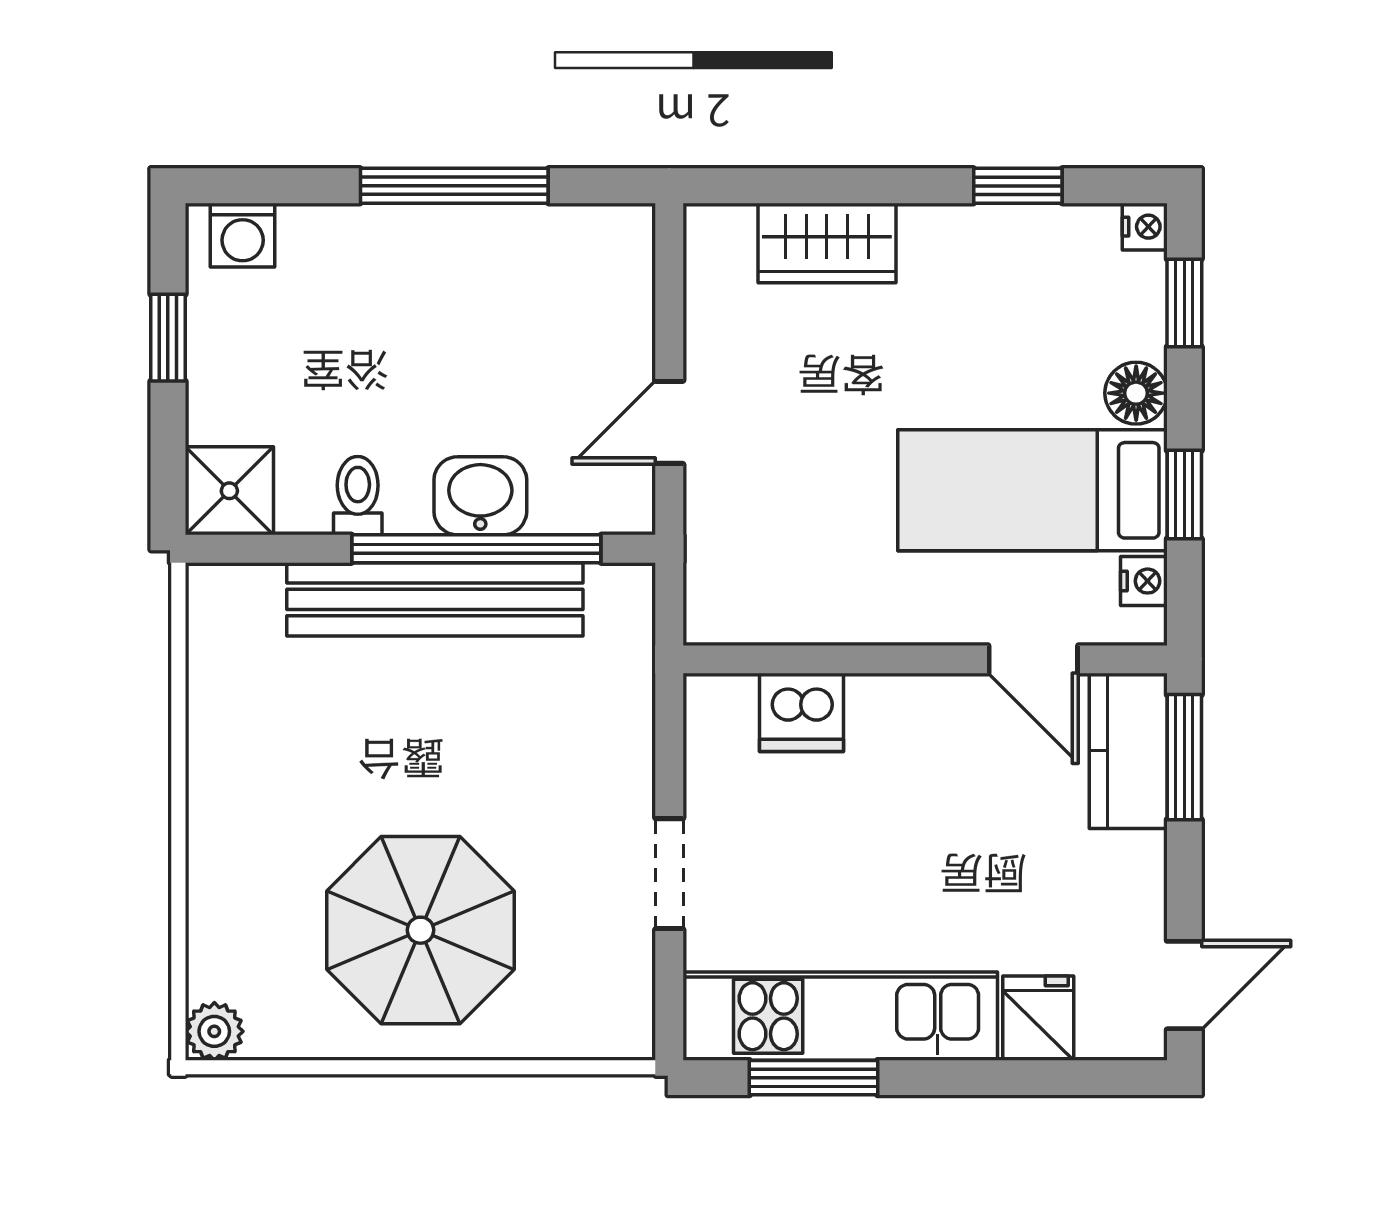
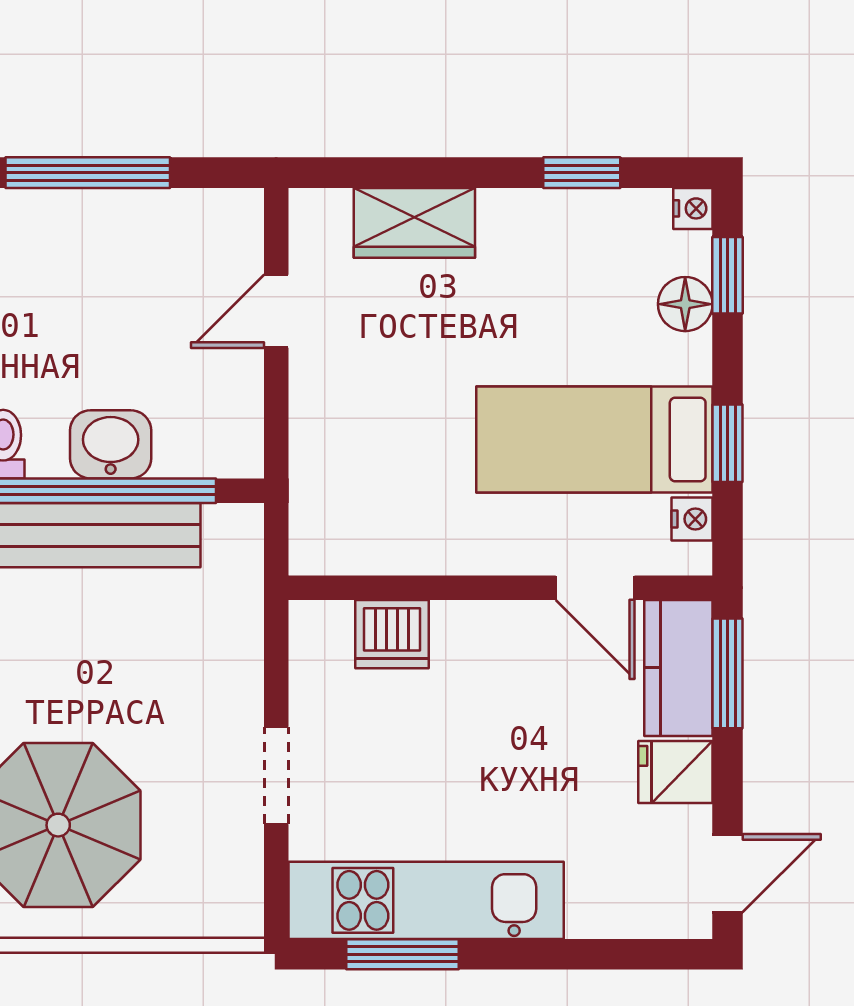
floor lamp: (1136, 393) -> (685, 304), moved
door: (669, 422) -> (276, 311), moved
fridge: (1038, 1018) -> (675, 772), moved, turned -90

